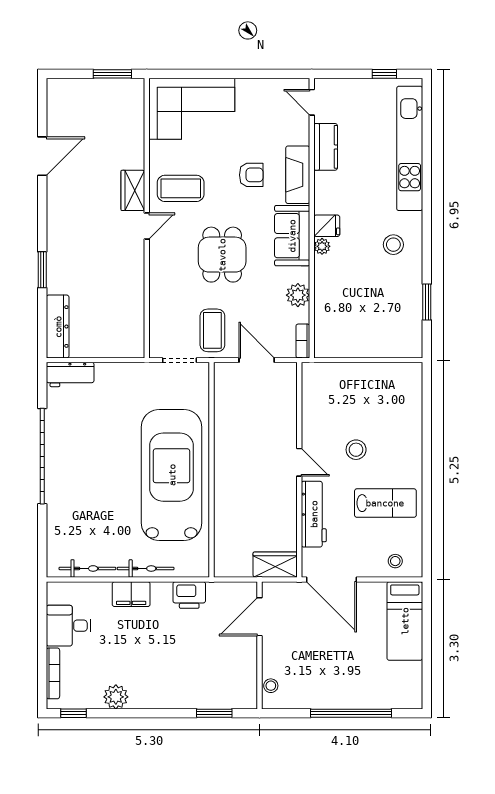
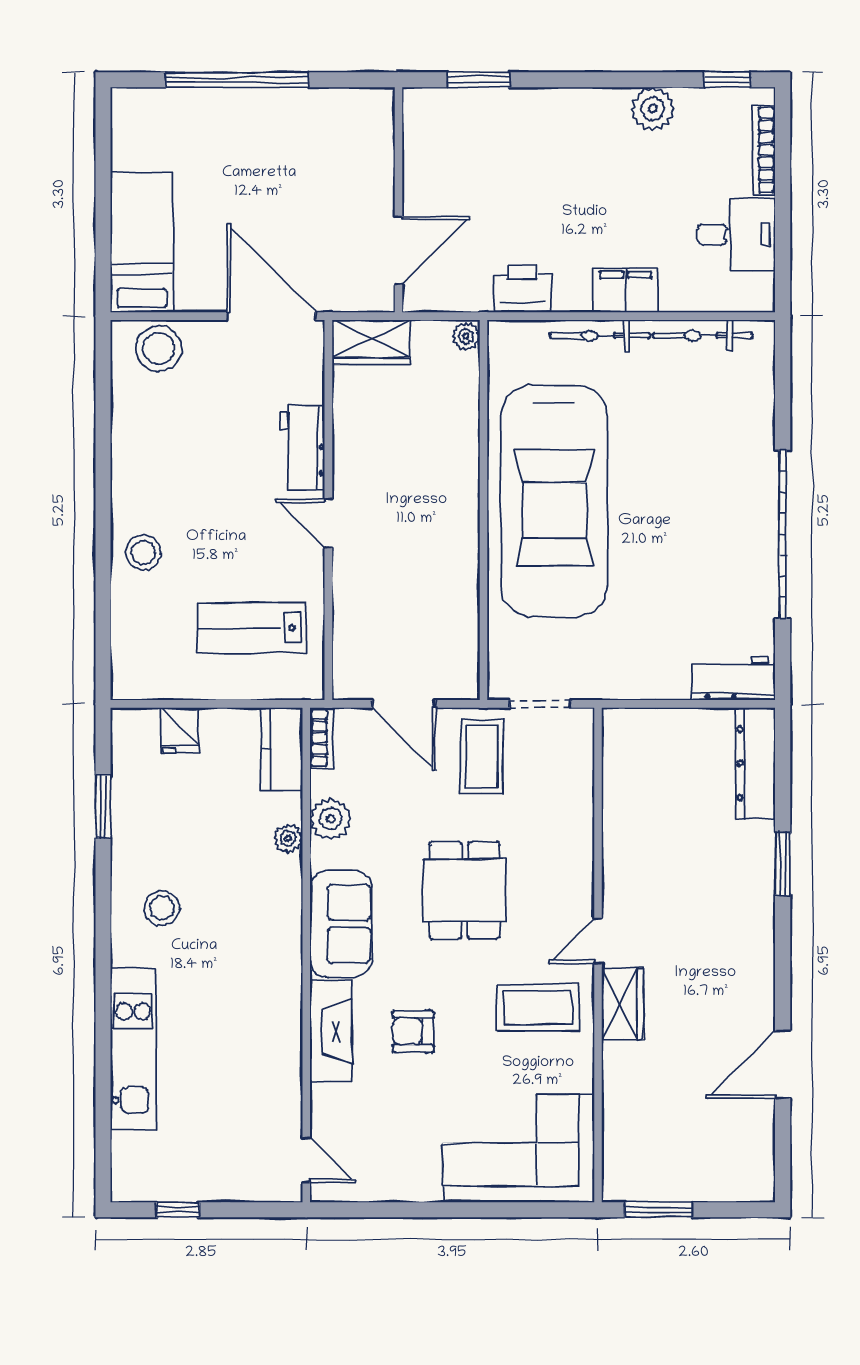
kitchen counter: (326, 147) -> (282, 749), moved
kitchen unit: (410, 148) -> (133, 1049), width x0.73
fridge: (327, 226) -> (179, 730), moved, turned -90
plant: (322, 246) -> (288, 838), moved
stool: (356, 450) -> (143, 552), moved
lab bench: (385, 503) -> (252, 628), moved
workbench: (314, 514) -> (303, 447), width x0.73
stool: (395, 561) -> (159, 349), width x1.89, depth x1.89
plant: (221, 568) -> (466, 336), added
stool: (271, 686) -> (379, 128), removed

